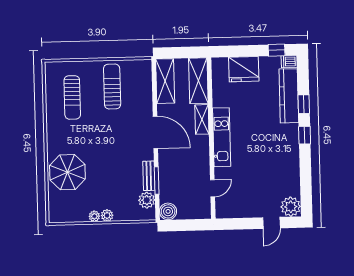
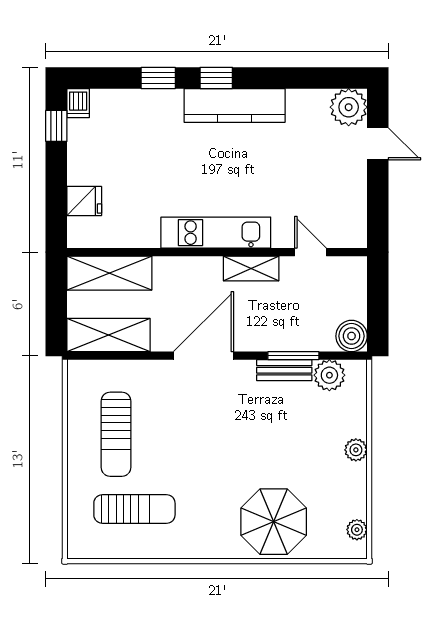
fridge: (244, 69) -> (84, 201), width x0.53, depth x0.75
sun lounger: (112, 86) -> (116, 434), turned -90
kitchen counter: (289, 96) -> (235, 105), moved
shelving: (202, 119) -> (251, 268), moved
plant: (94, 216) -> (357, 530), moved

